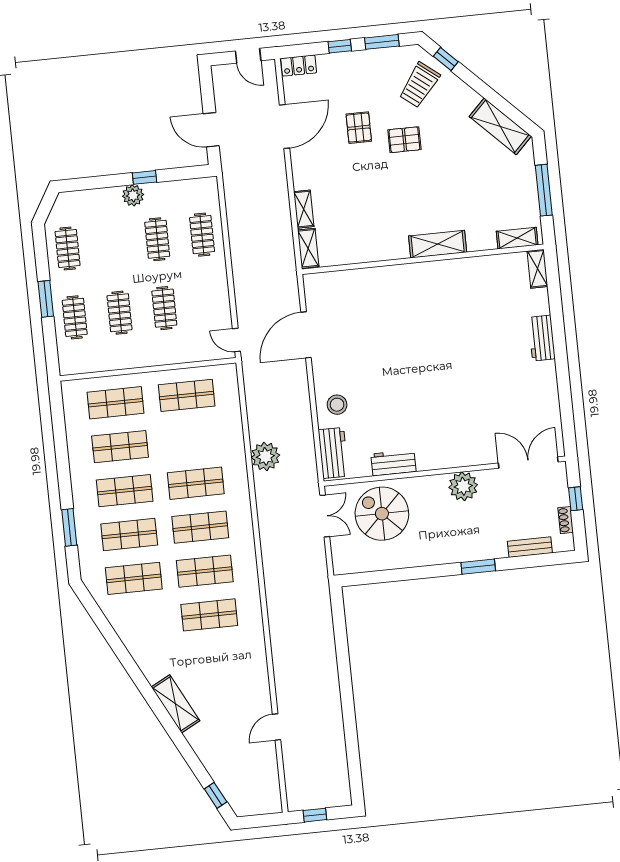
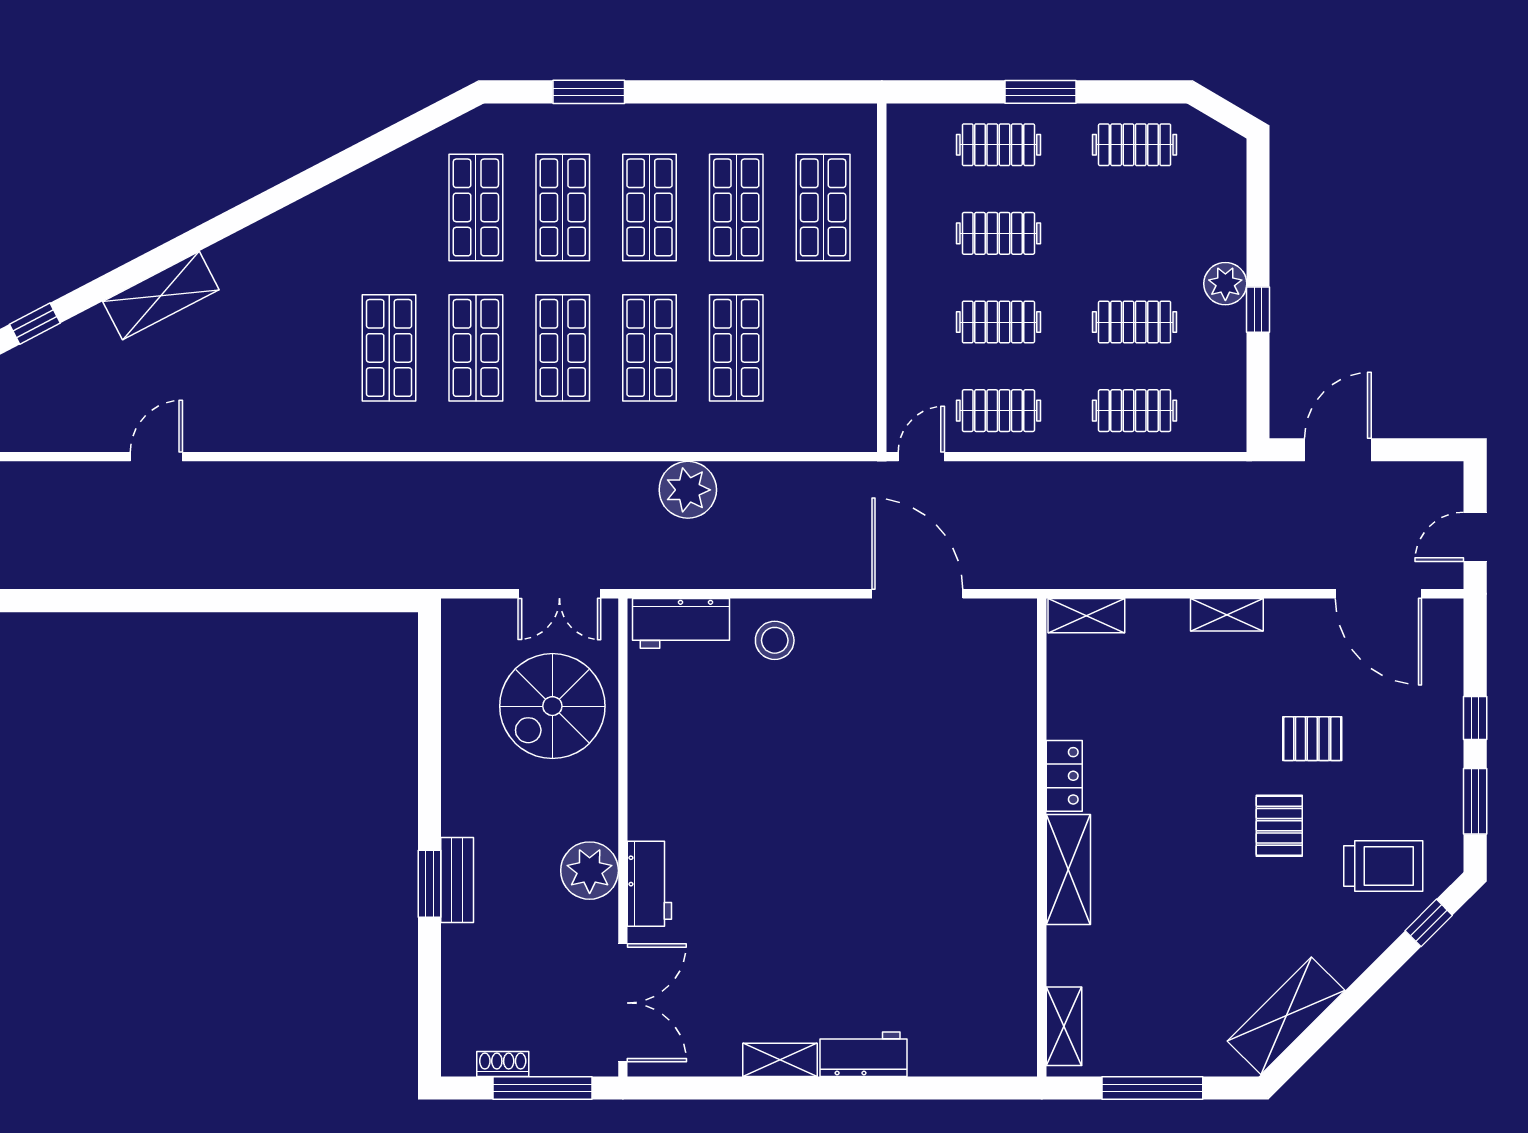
locker: (299, 66) -> (1064, 776), moved, turned 180
trolley: (419, 85) -> (1383, 866), turned 142
door: (284, 127) -> (1378, 594), moved
shelving: (304, 209) -> (1227, 615), moved
shelving: (537, 269) -> (780, 1060), moved
clothes rail: (209, 303) -> (998, 411), added
shop shelf: (187, 395) -> (736, 348), moved
workbench: (393, 463) -> (649, 884), moved
window: (576, 499) -> (543, 1088), width x2.17
spiral stairs: (382, 514) -> (552, 706), turned 180
bench: (530, 547) -> (457, 880), moved
shelving: (175, 704) -> (161, 296), moved
door: (276, 727) -> (156, 457), hinge flipped

